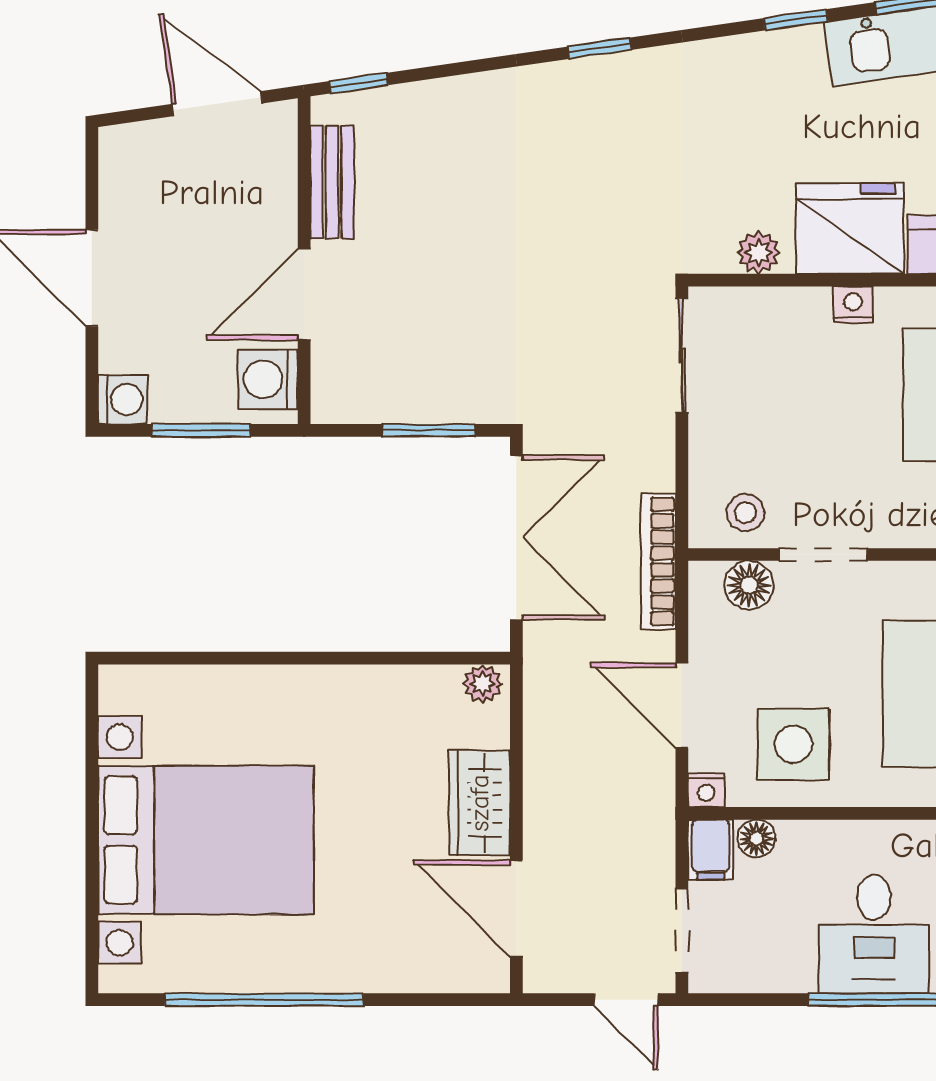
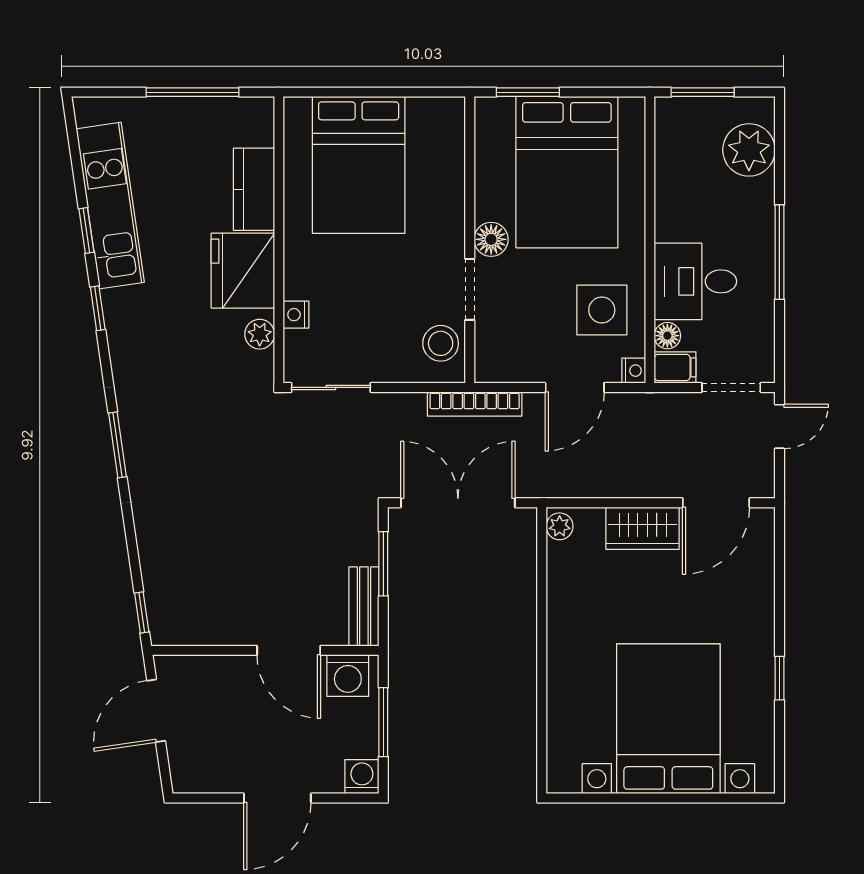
window: (599, 48) -> (118, 445), width x1.50
bench: (332, 182) -> (364, 607), moved, turned 90
nightstand: (853, 305) -> (296, 315), moved
stool: (745, 513) -> (441, 343), width x1.37, depth x1.37
floor lamp: (749, 585) -> (491, 239), moved
desk: (874, 934) -> (695, 281), moved, turned 180
window: (264, 1000) -> (779, 678), width x0.32

